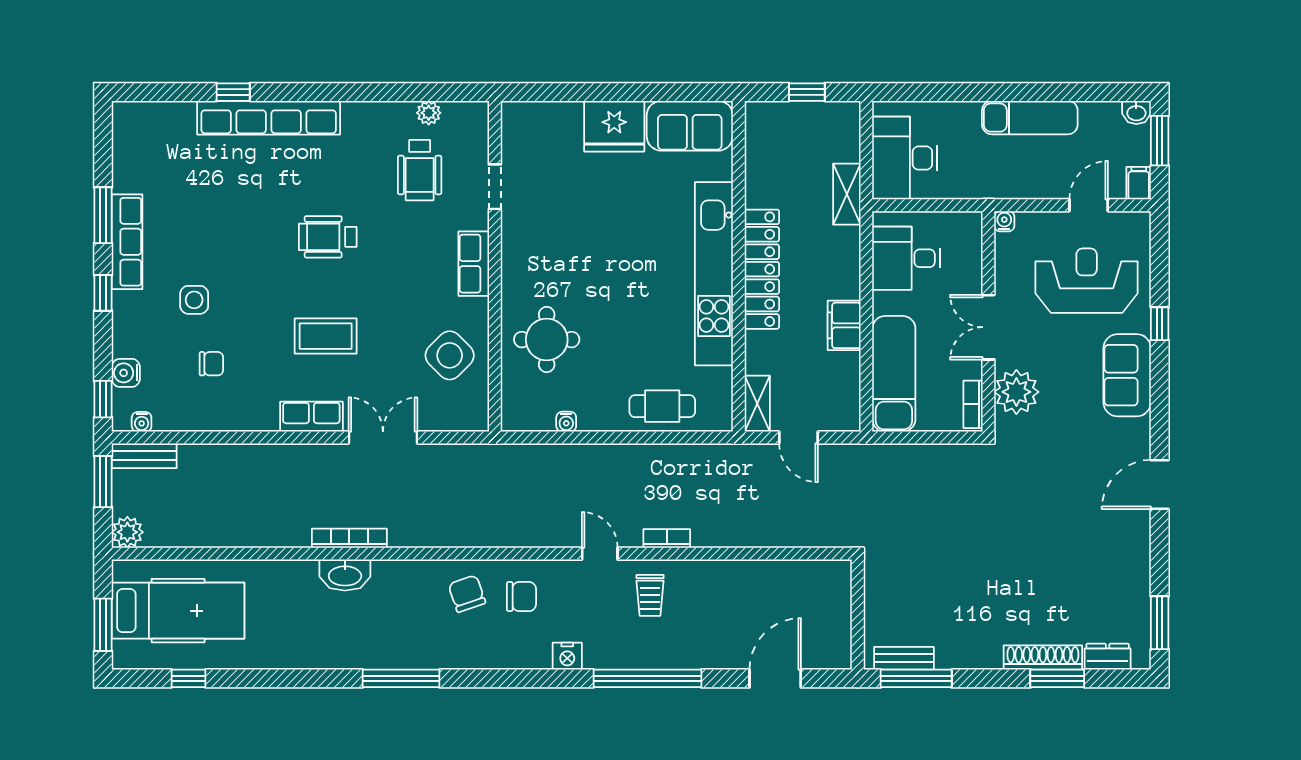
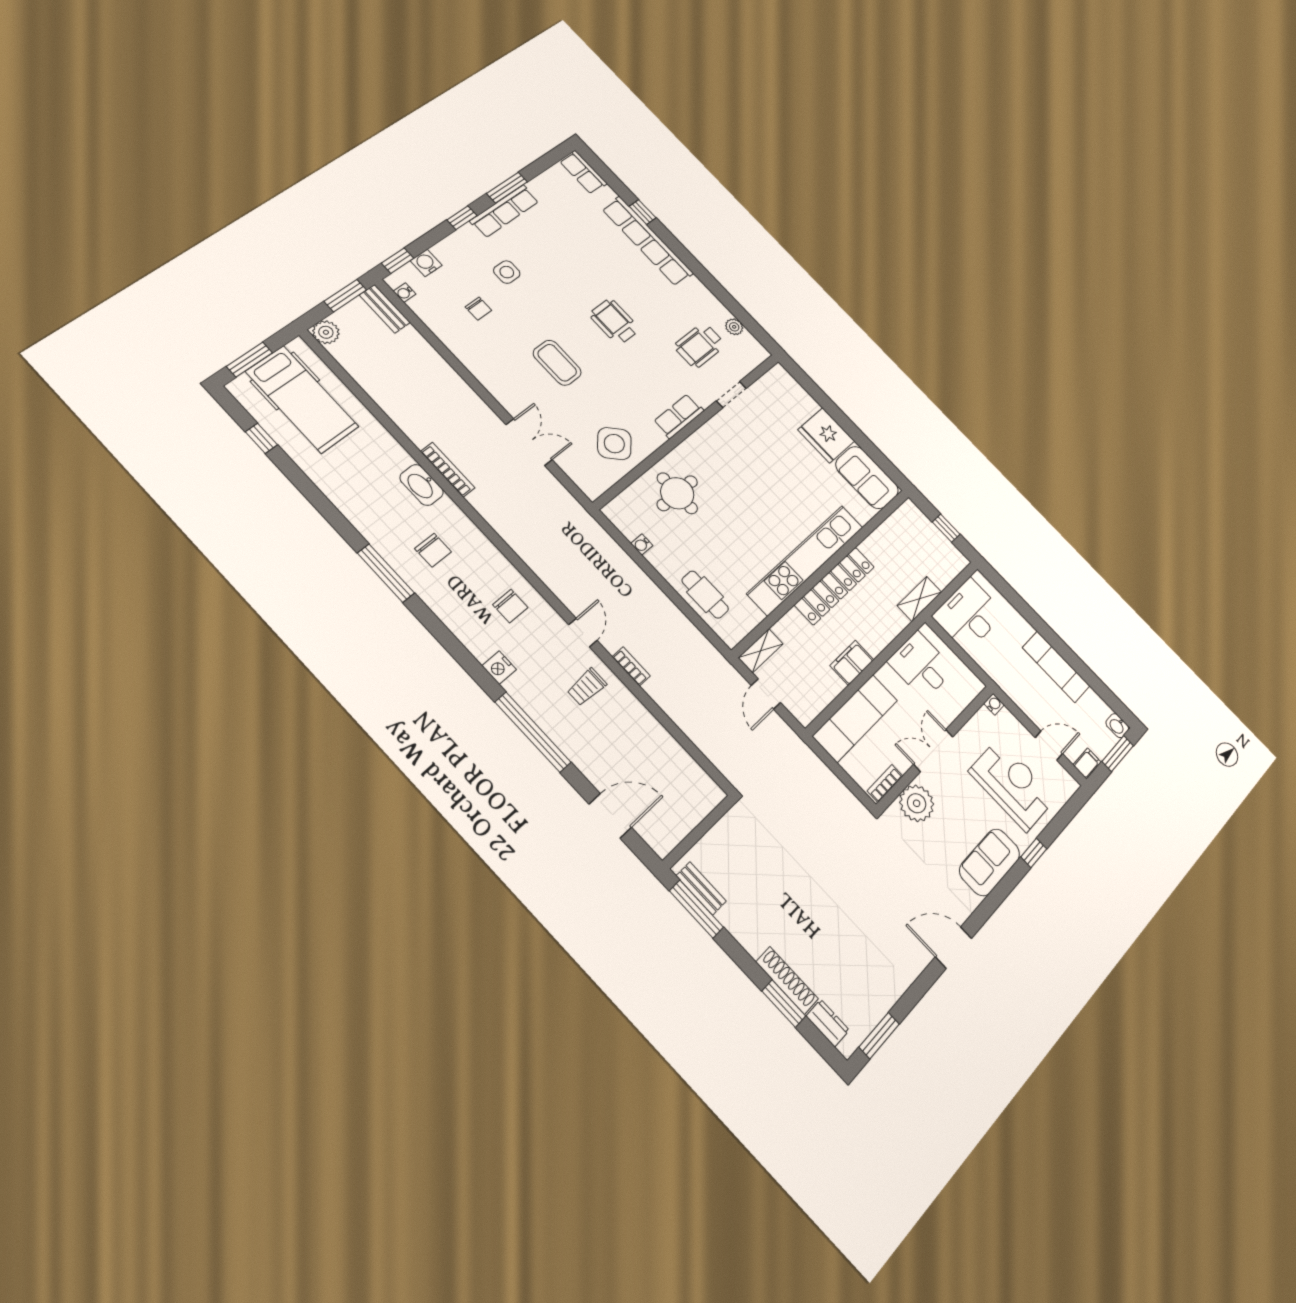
row of seats: (311, 417) -> (583, 172), moved, turned 180
chair: (467, 594) -> (433, 550), moved, turned 109

